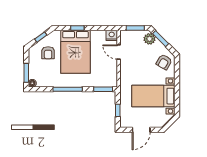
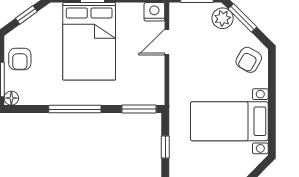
door: (119, 52) -> (167, 42), hinge flipped
armchair: (48, 53) -> (20, 59), moved

